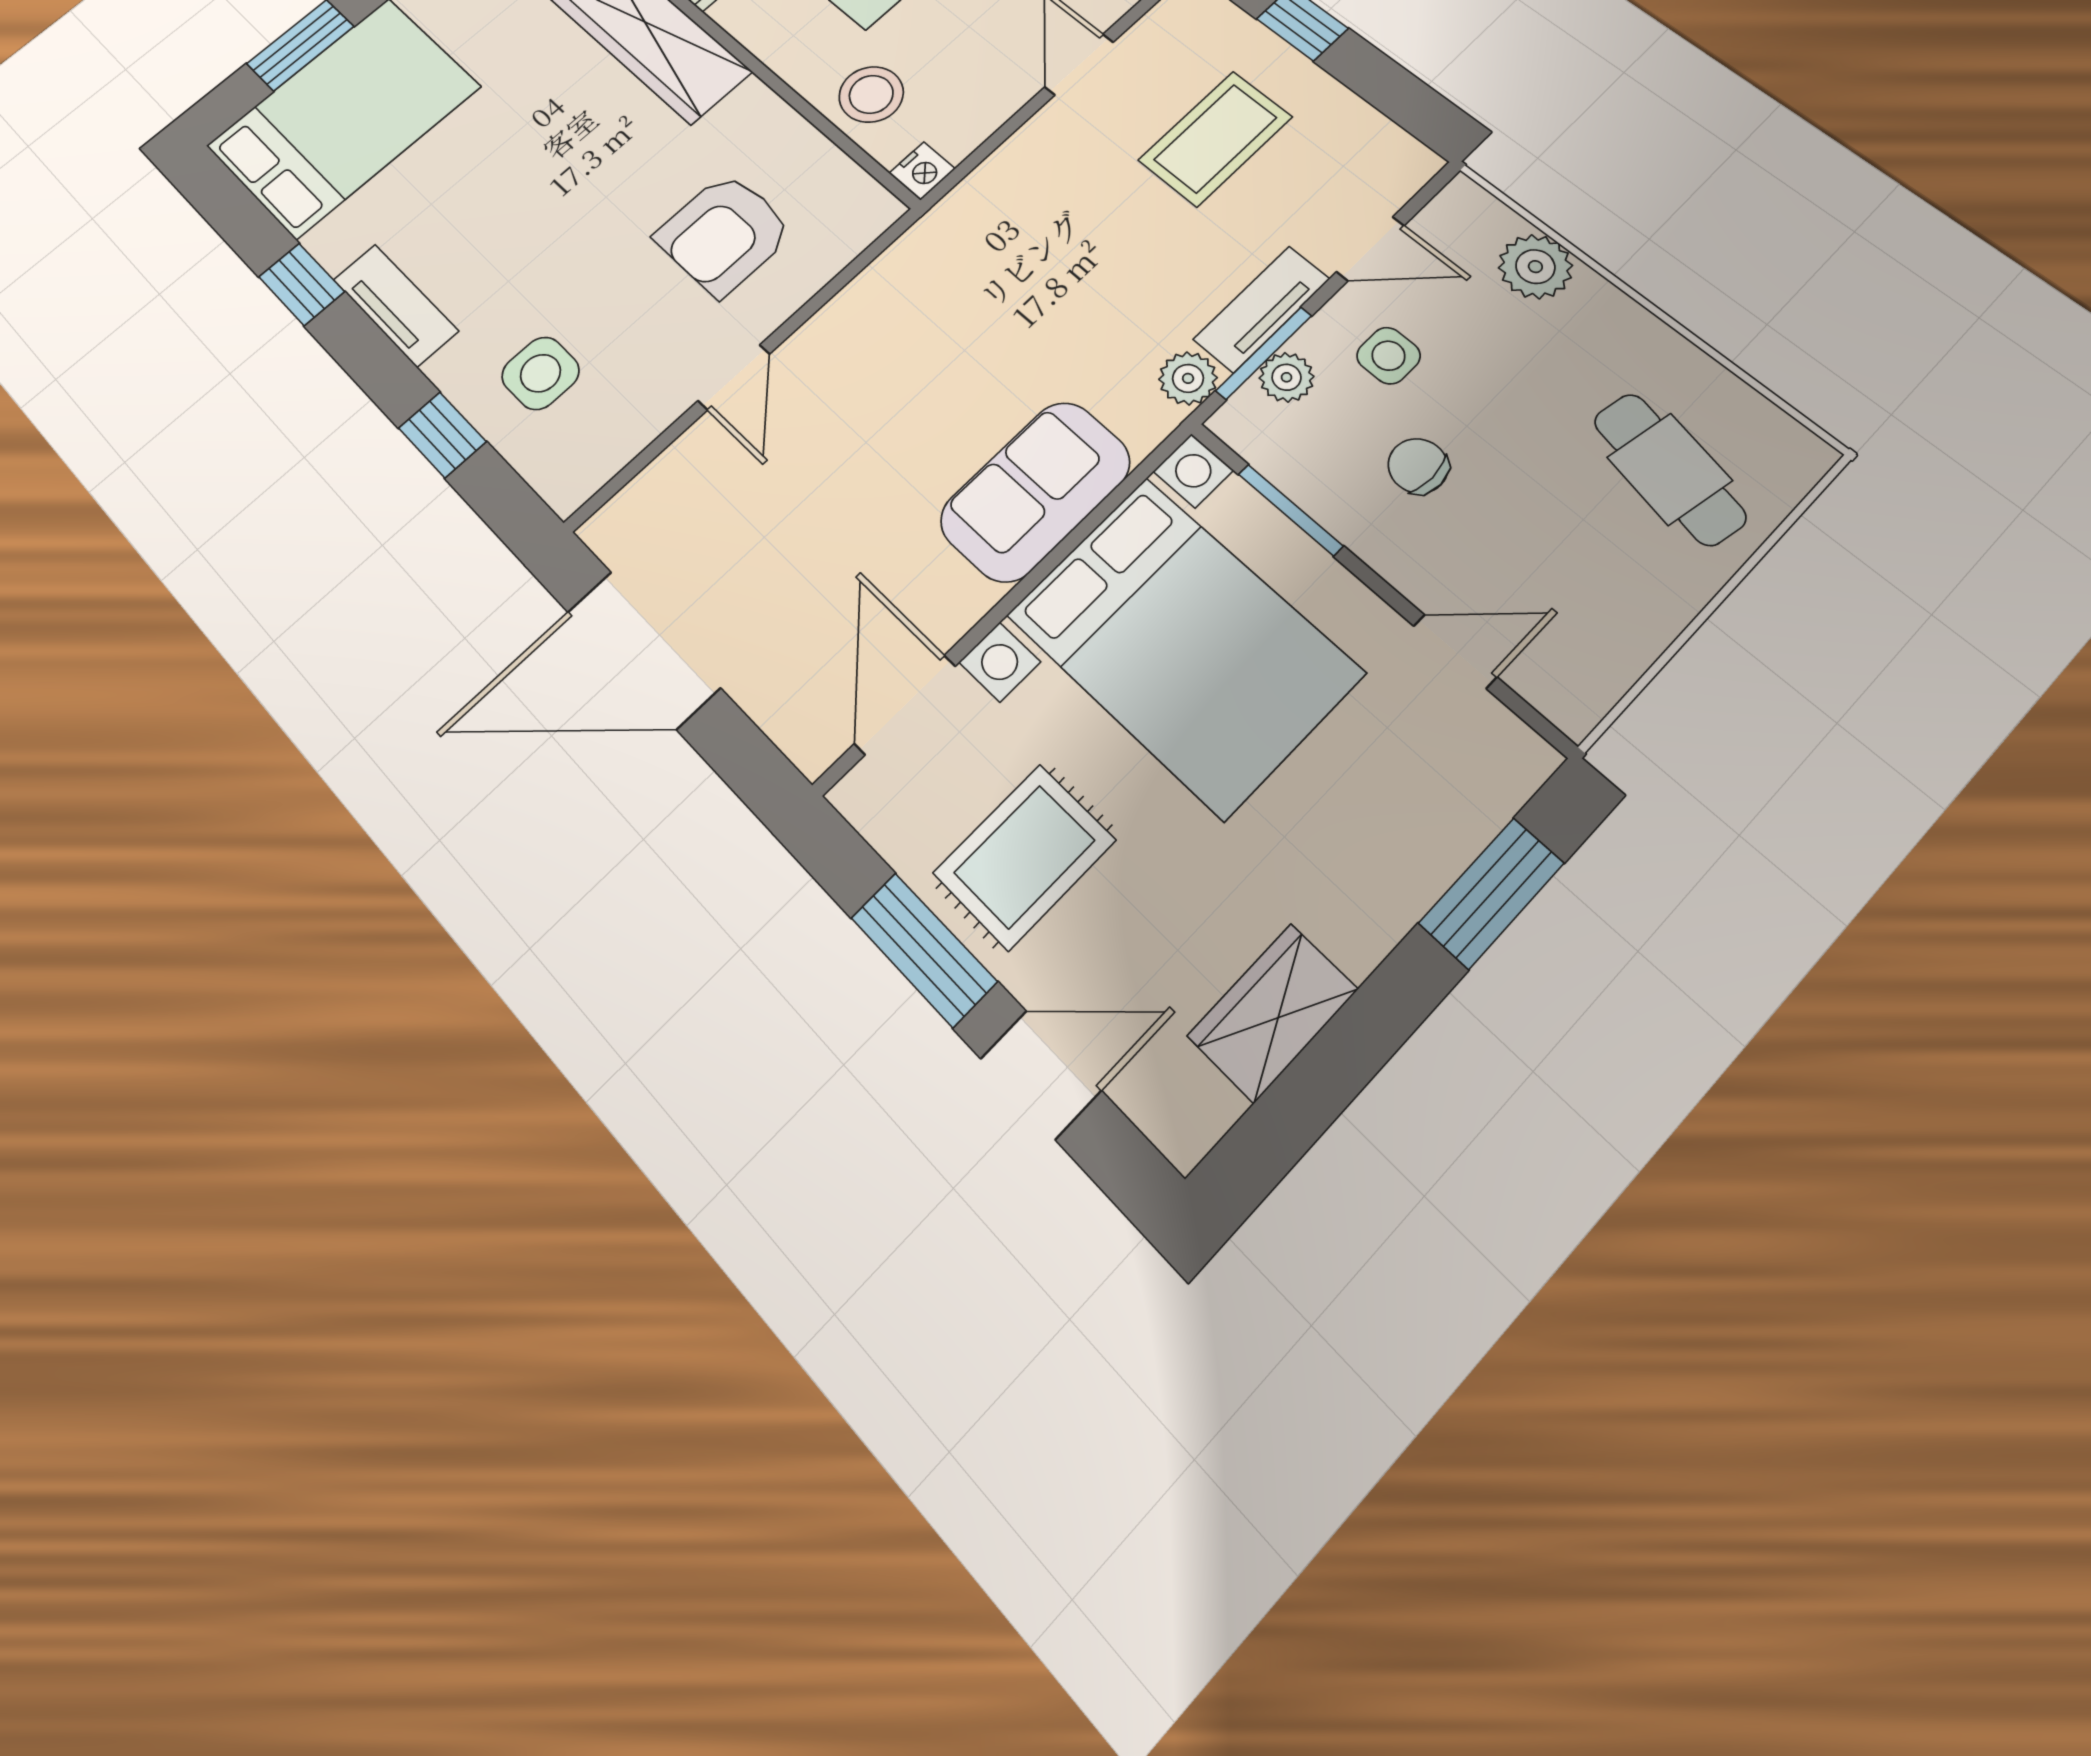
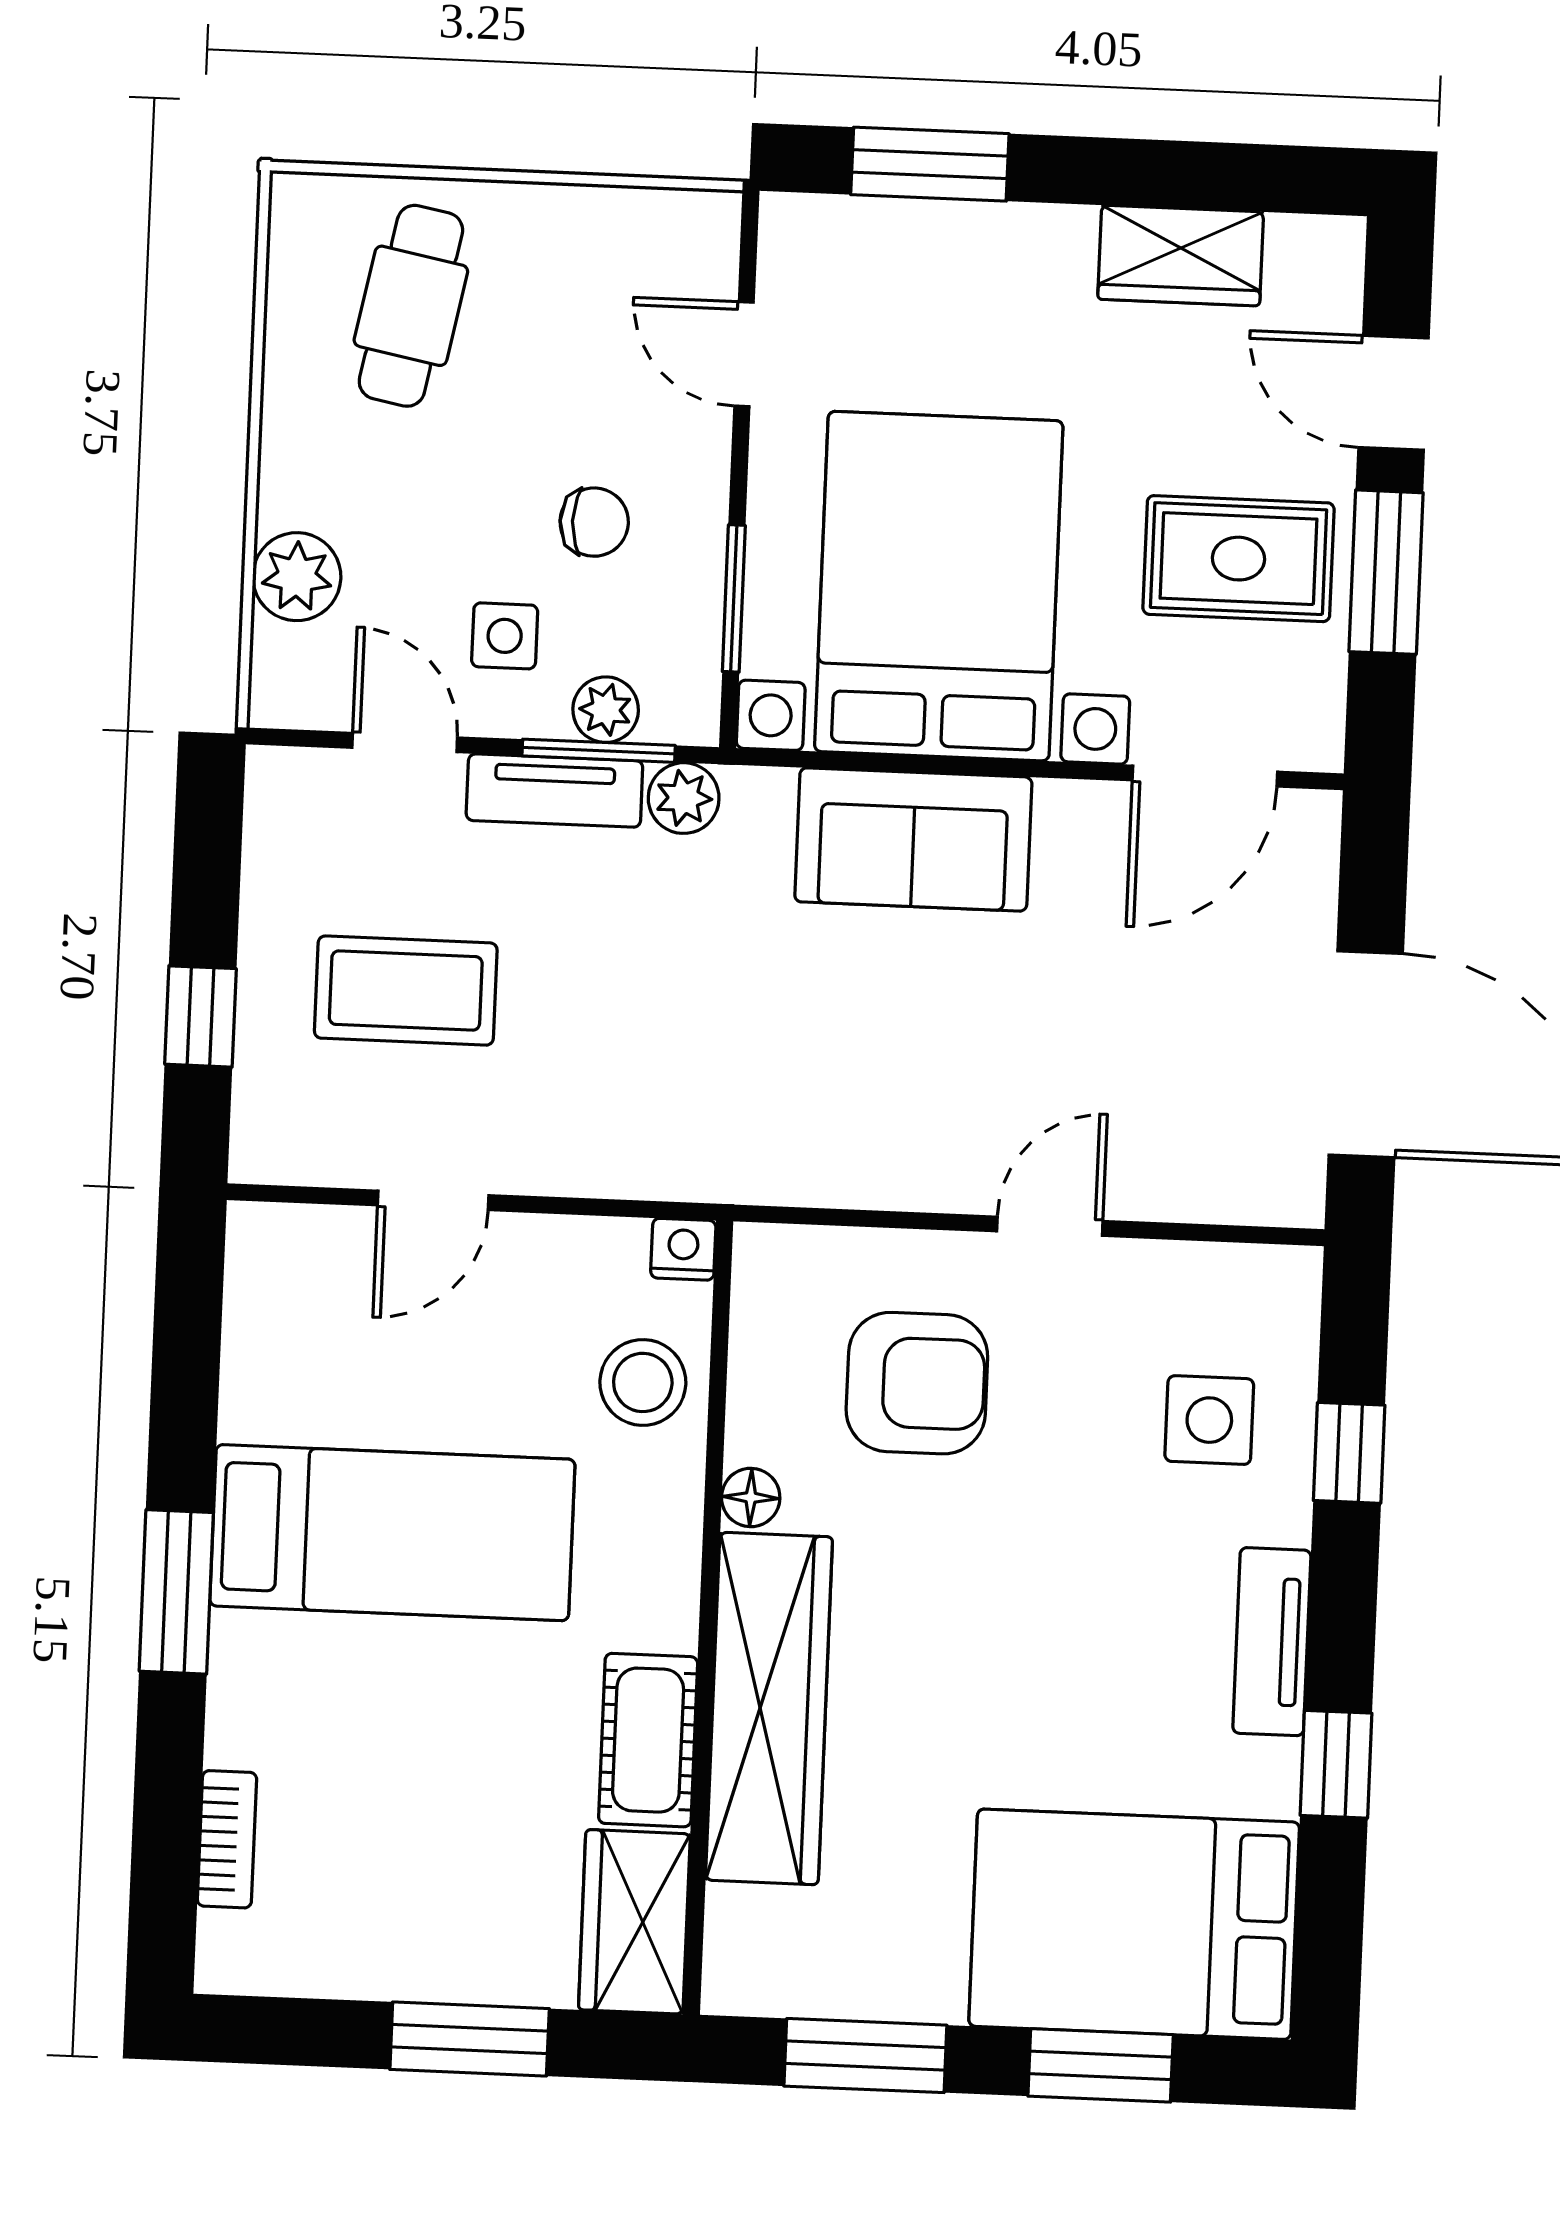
floor lamp: (754, 101) -> (751, 1497), added
chair: (1418, 466) -> (594, 522), turned -90

